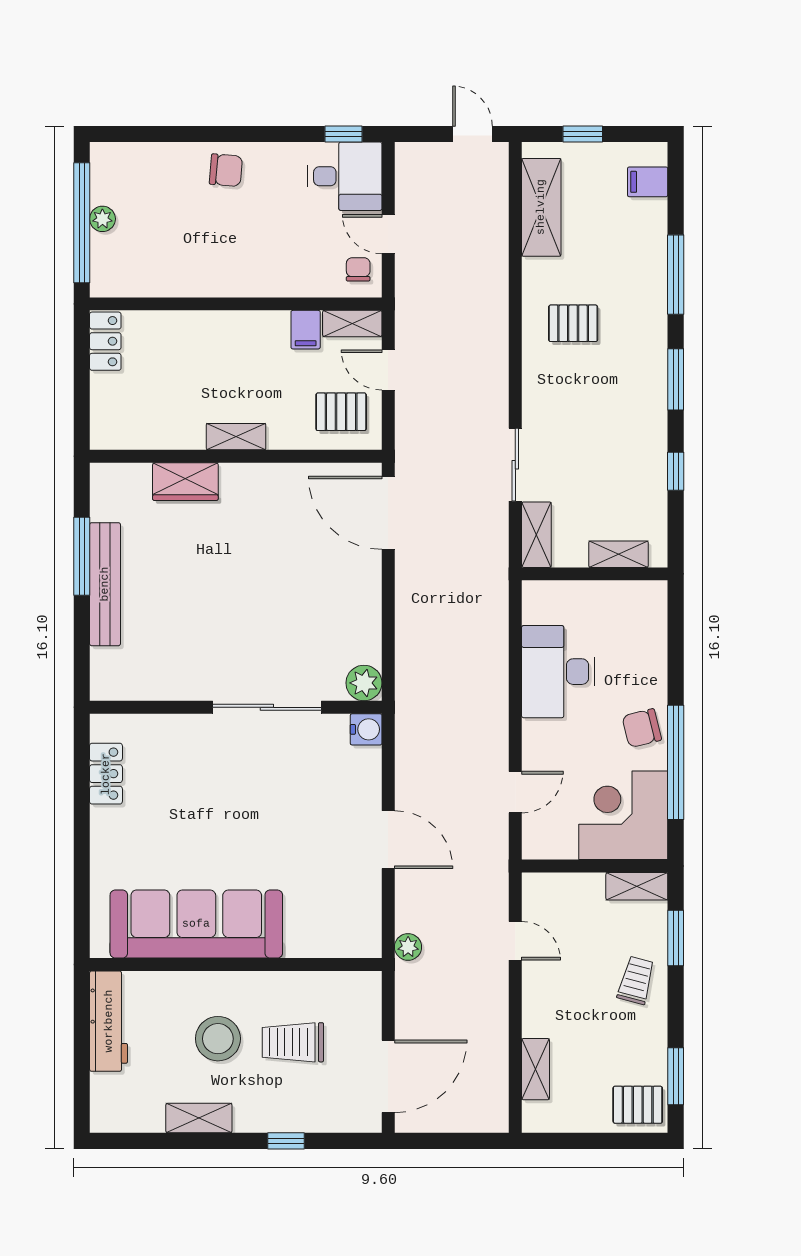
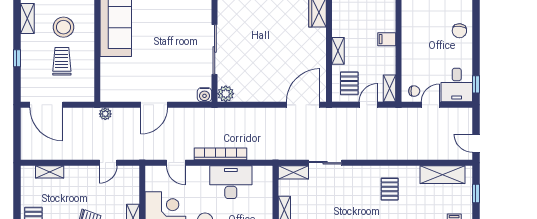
door: (472, 134) -> (476, 143), swing flipped
filing cabinet: (306, 330) -> (387, 39), moved
shelving: (236, 437) -> (338, 51), moved
bookcase: (496, 694) -> (221, 154), added

